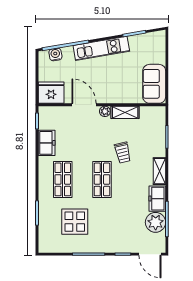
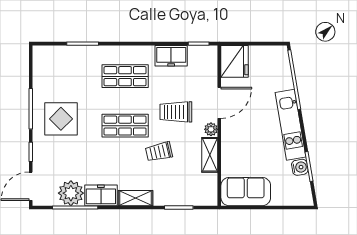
water cooler: (55, 54) -> (300, 167), moved
trolley: (91, 139) -> (176, 112), added
display table: (75, 222) -> (61, 119), moved

